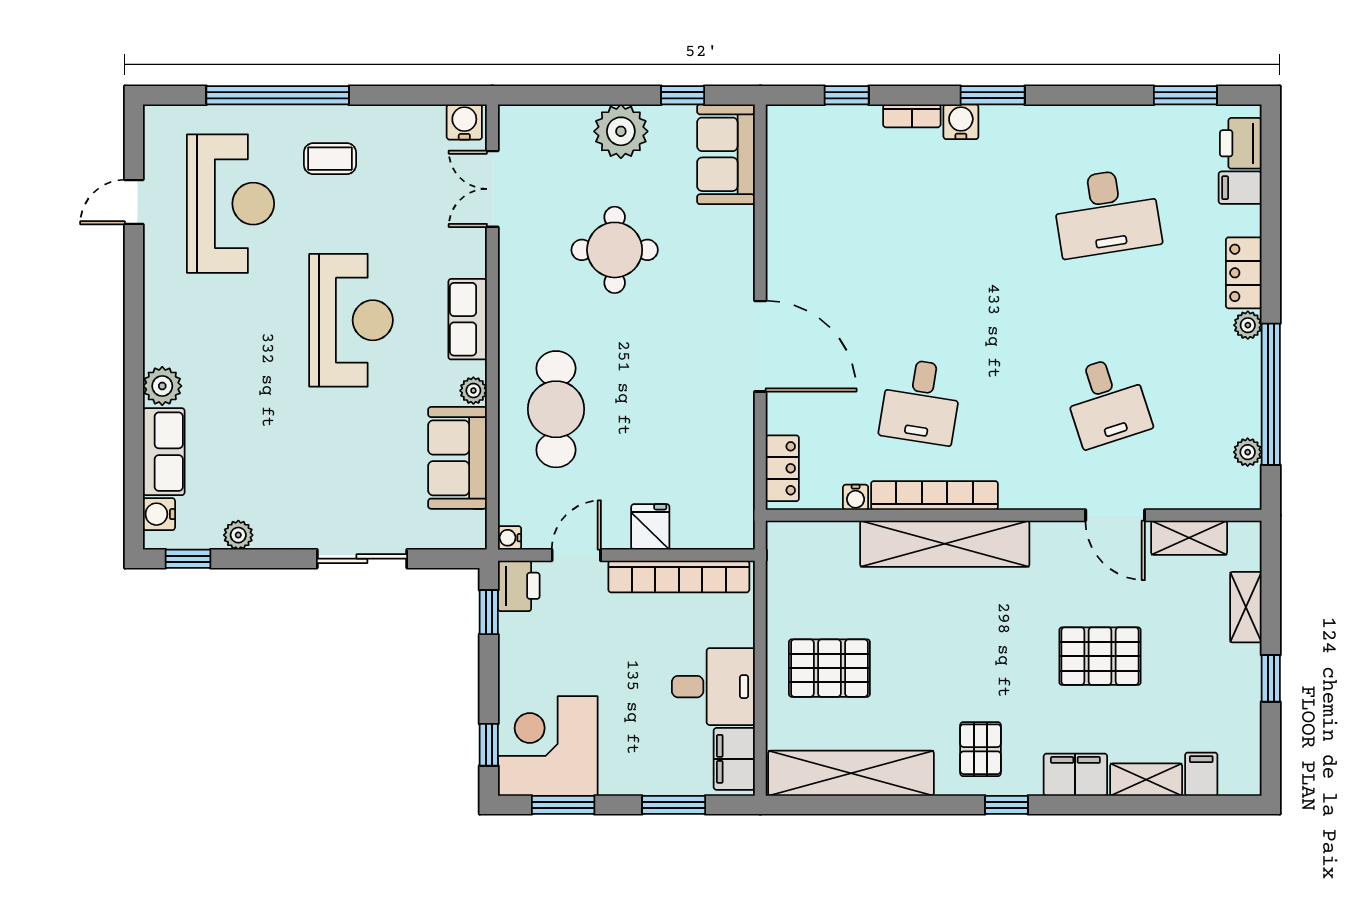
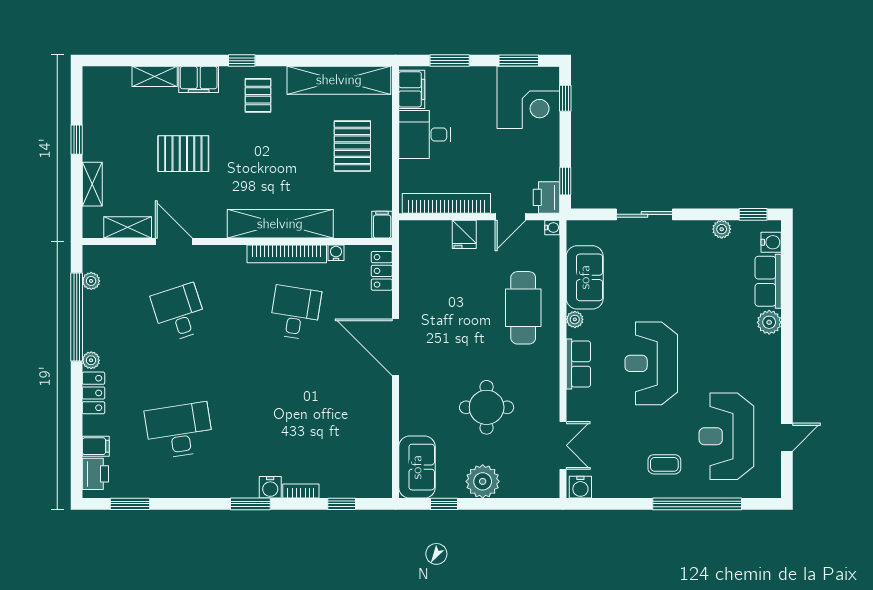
pallet: (829, 668) -> (352, 146), turned 90
filing cabinet: (1201, 774) -> (382, 225), moved, turned 180

